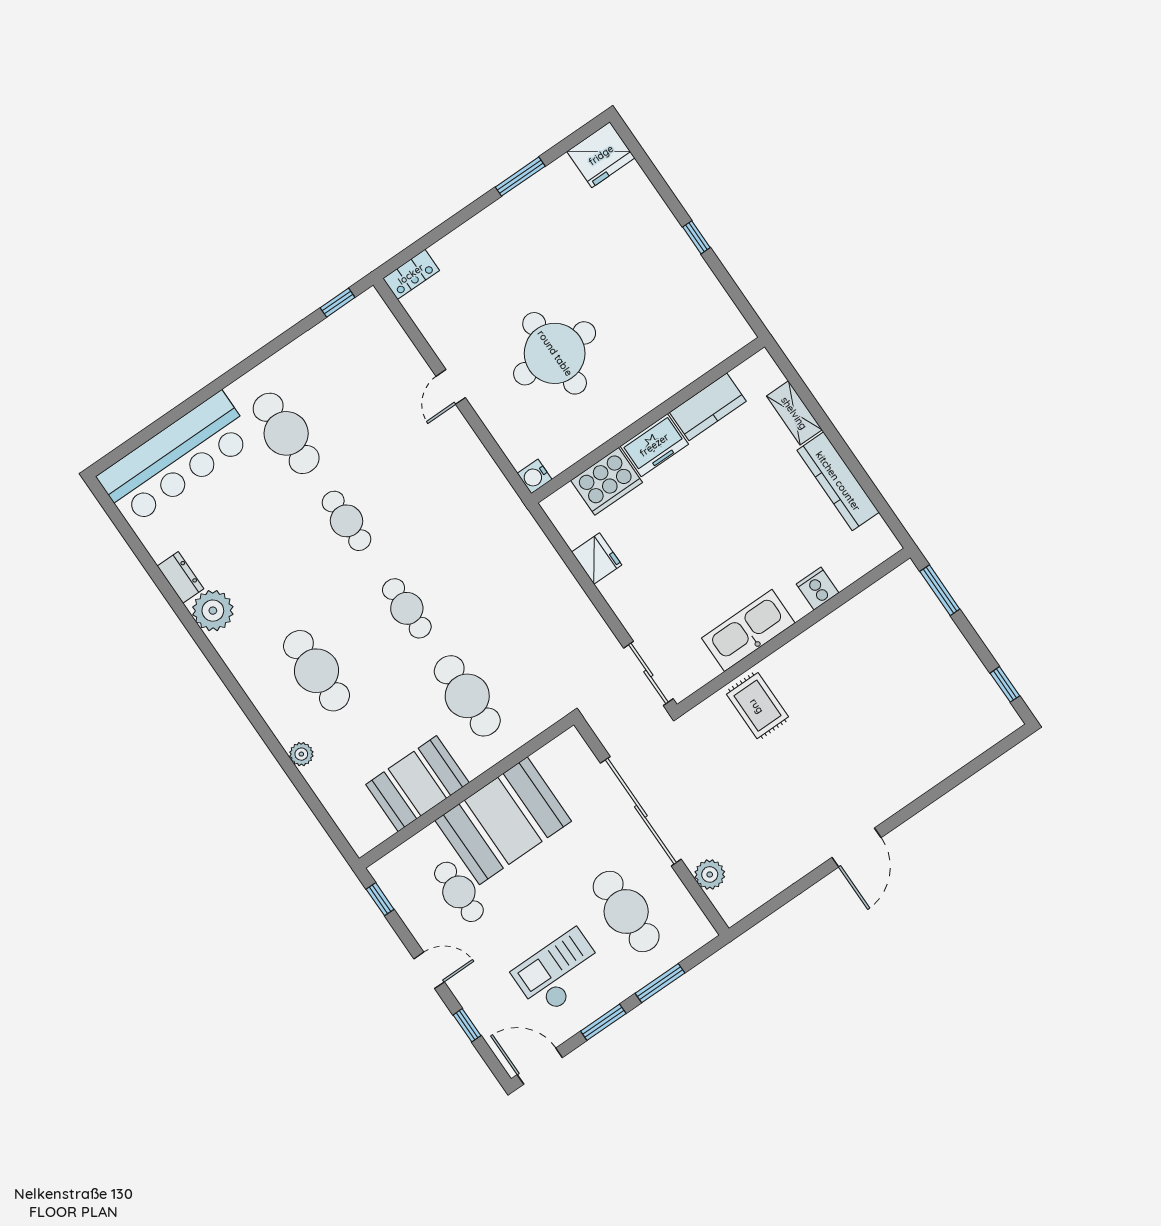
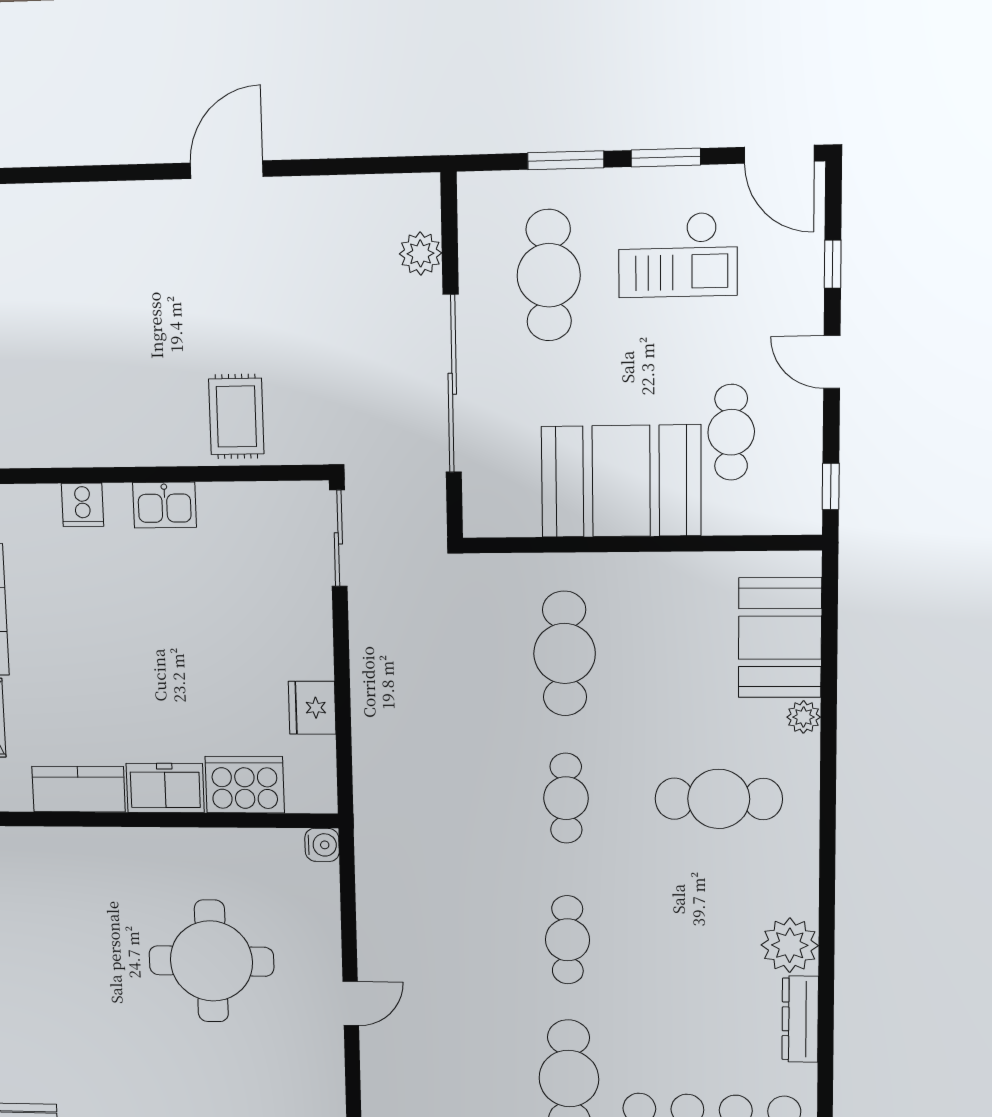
dresser: (180, 577) -> (800, 1019), width x1.44
kitchen sink: (748, 630) -> (165, 505), width x0.53, depth x0.81
cafe table: (316, 671) -> (719, 799), turned 90
booth: (417, 784) -> (780, 638), moved, turned 90

